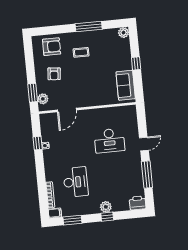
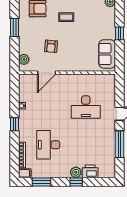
armchair: (54, 74) -> (51, 46), moved
window: (33, 93) -> (15, 28), moved
window: (38, 143) -> (15, 124), moved
desk: (76, 182) -> (48, 145), turned 180
printer: (138, 203) -> (90, 171), moved

